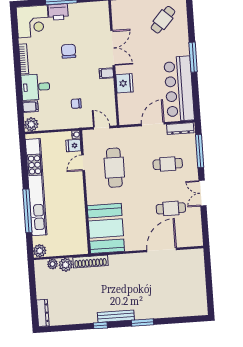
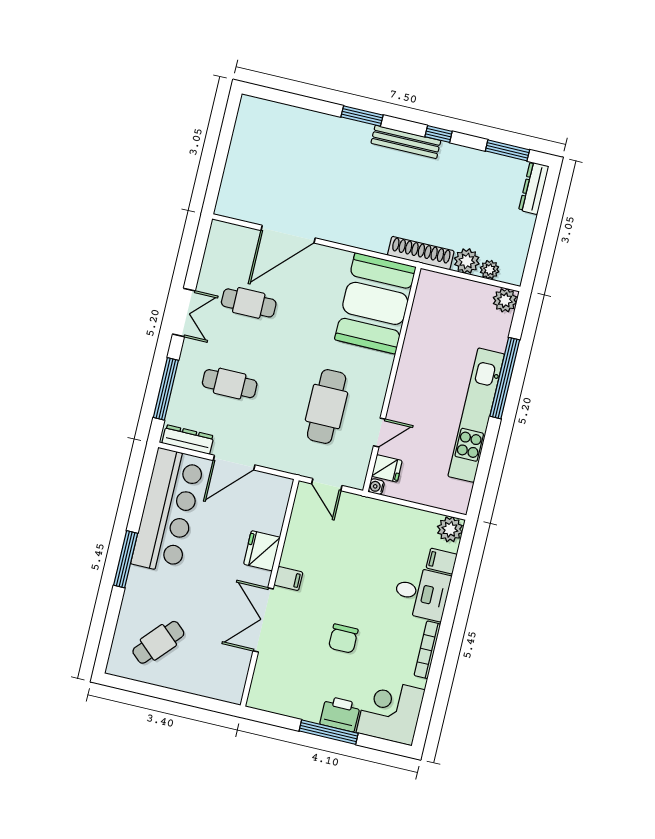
chair: (76, 104) -> (359, 541), removed
kitchen unit: (36, 187) -> (476, 415), width x0.73
window: (62, 328) -> (507, 150), added

